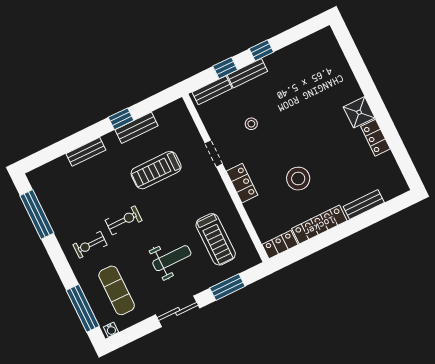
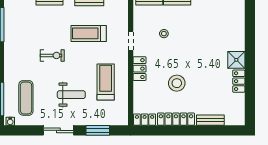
treadmill: (216, 239) -> (106, 82), moved, turned 180
exercise bike: (90, 245) -> (23, 61), removed

